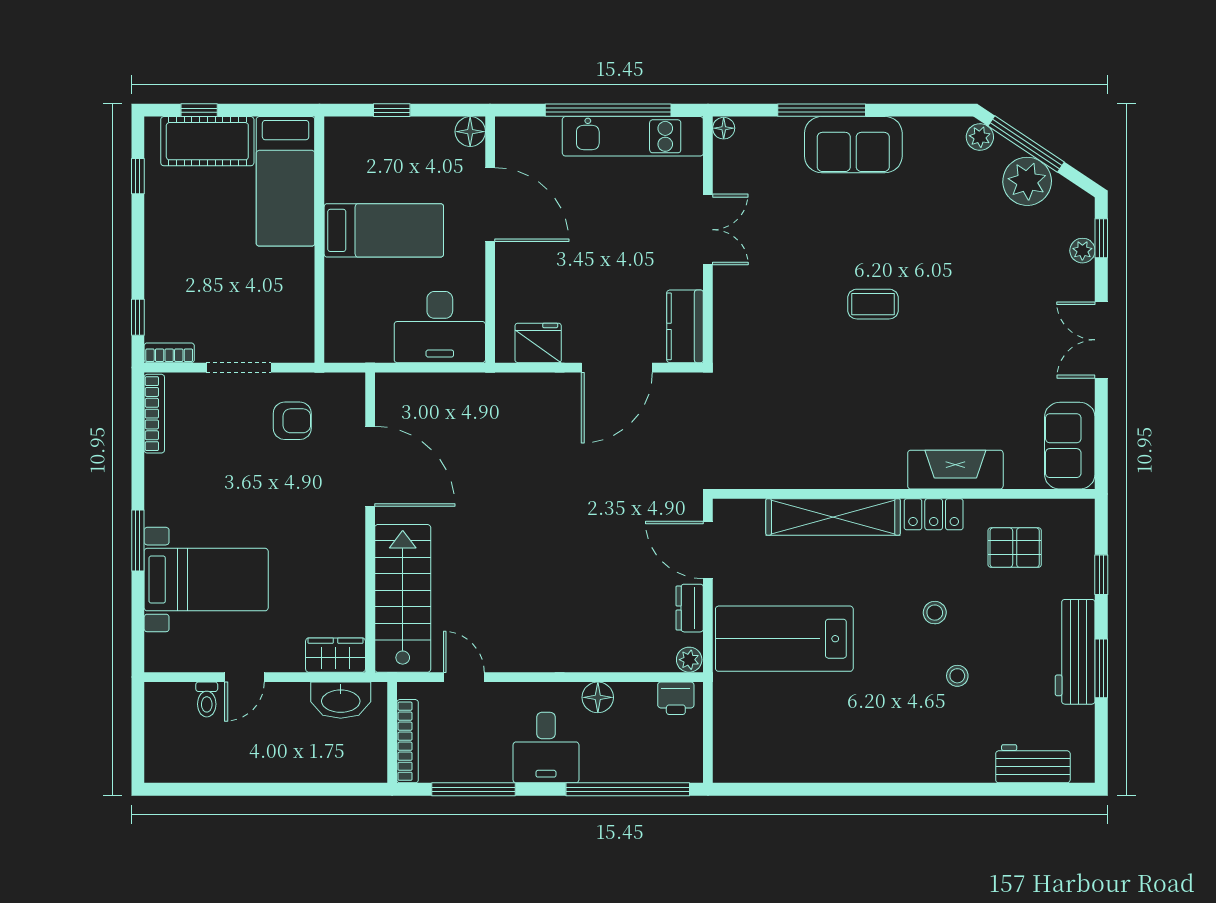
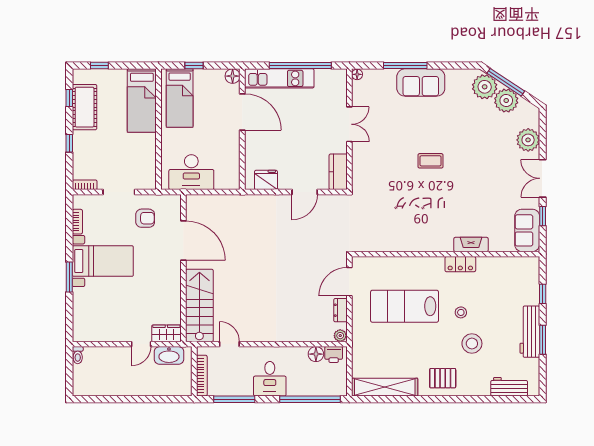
kitchen unit: (633, 136) -> (279, 78), moved
plant: (980, 137) -> (485, 87), width x1.87, depth x1.87
cot: (207, 141) -> (85, 107), moved, turned 90
bed: (384, 230) -> (180, 98), moved, turned 90
window: (1101, 238) -> (543, 216), moved
plant: (1082, 251) -> (528, 140), width x1.88, depth x1.88
window: (138, 317) -> (69, 143), moved
desk: (440, 327) -> (191, 172), moved
door: (617, 368) -> (305, 192), width x0.73
bookcase: (154, 414) -> (77, 222), width x0.64
fireplace: (955, 470) -> (471, 244), width x0.73, depth x0.76
shelving: (833, 517) -> (385, 387), moved
pallet: (1015, 548) -> (443, 378), moved
door: (708, 550) -> (349, 282), hinge flipped
bed with nightstands: (206, 580) -> (103, 261), moved
lab bench: (784, 639) -> (405, 306), moved
stool: (957, 676) -> (472, 344), width x1.89, depth x1.89
door: (244, 677) -> (141, 344), moved
floor lamp: (598, 697) -> (316, 354), moved
toilet: (207, 699) -> (78, 355), moved

